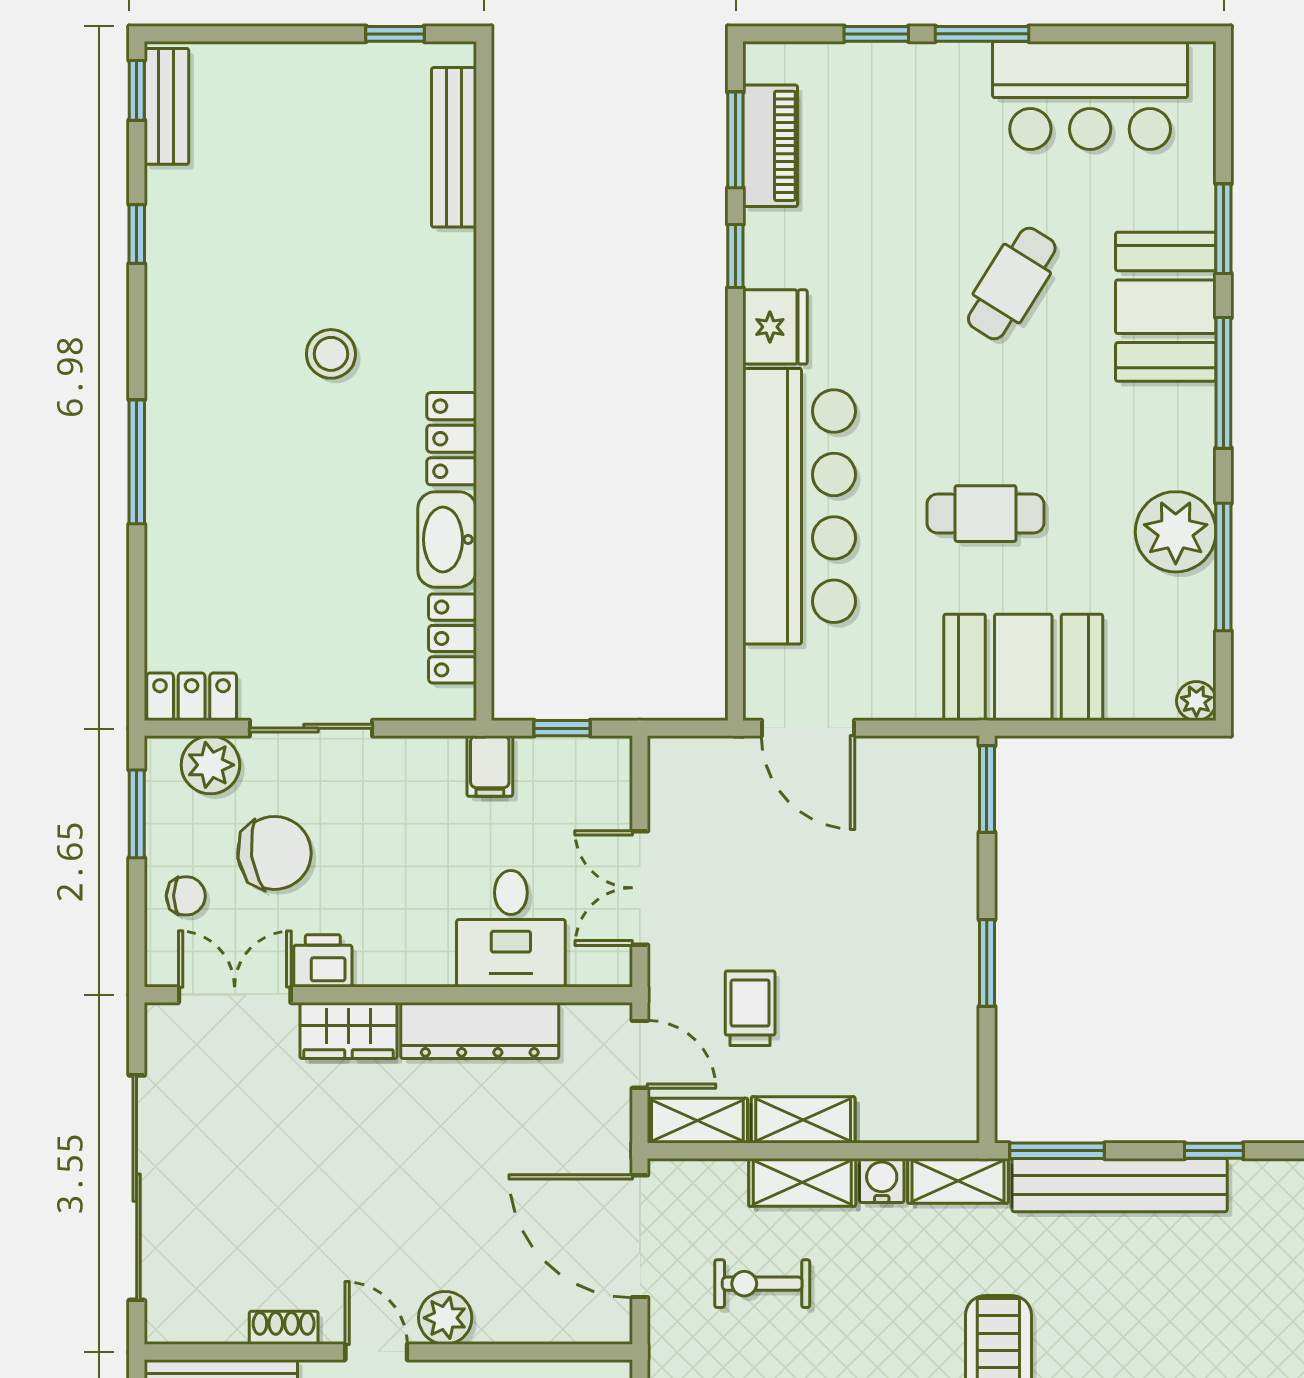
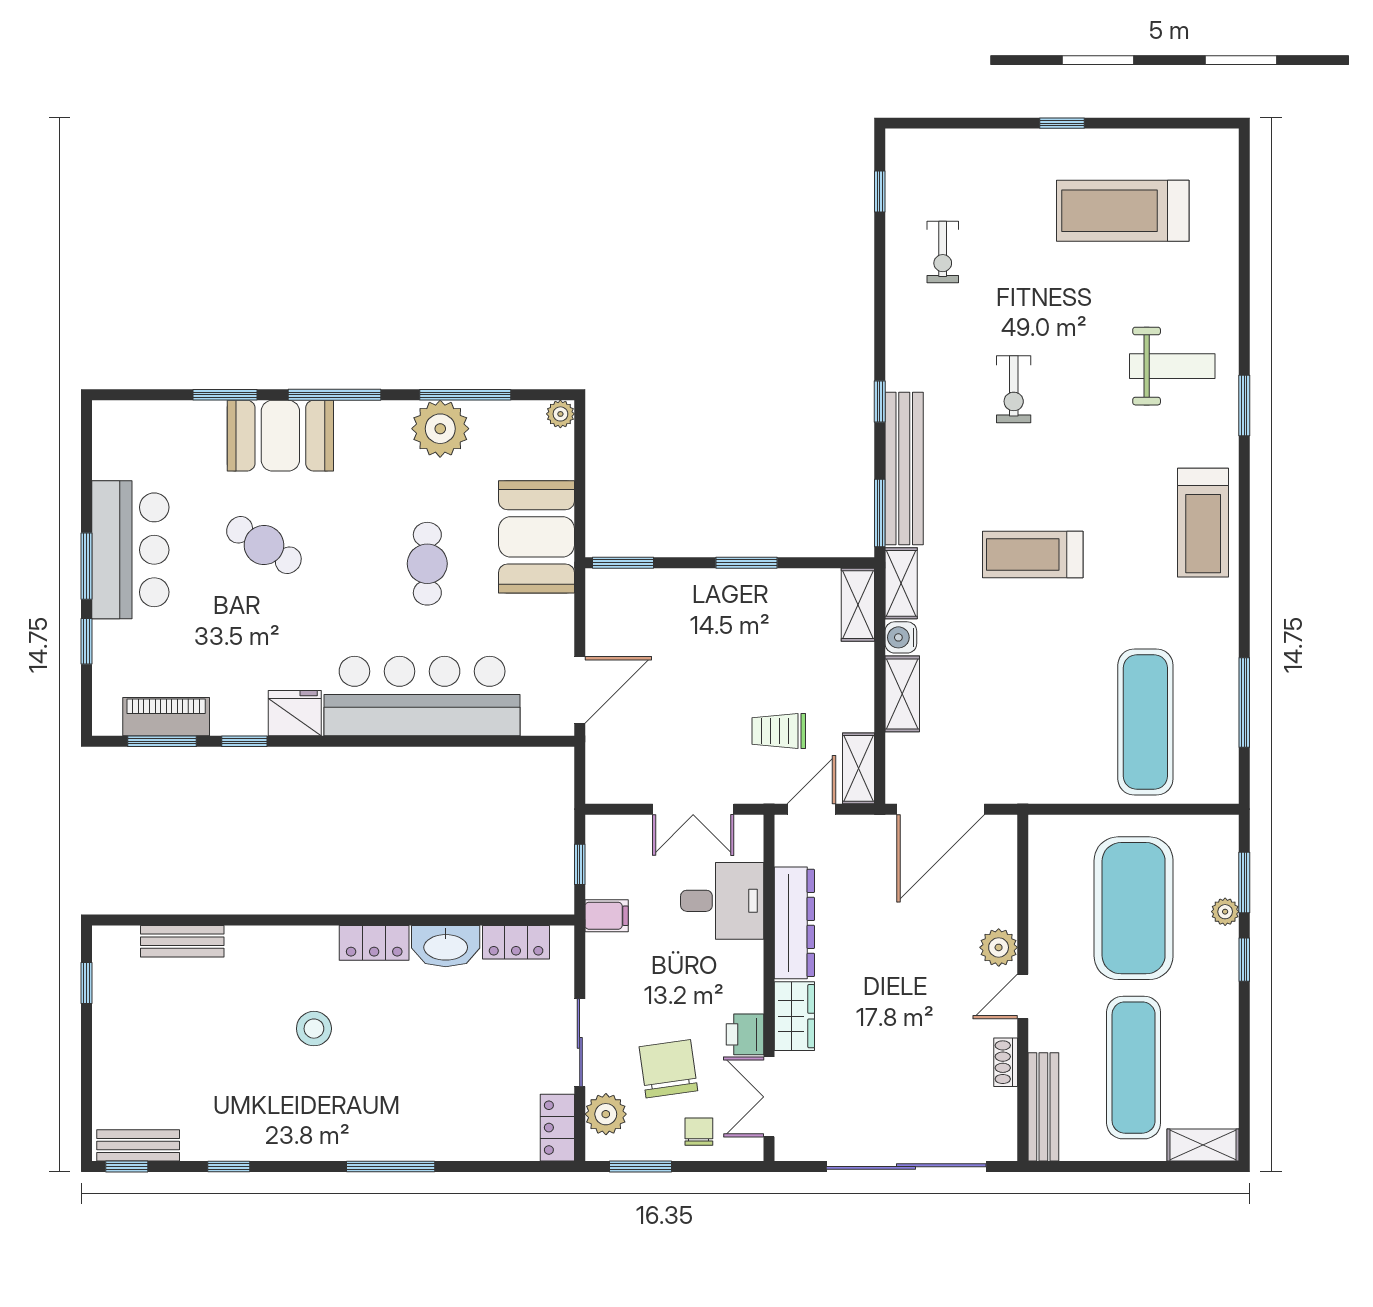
bar counter: (1090, 95) -> (130, 550), moved
bench: (454, 147) -> (182, 941), width x0.73
shelving: (803, 1120) -> (858, 605), moved
exercise bike: (762, 1284) -> (1014, 389), moved

